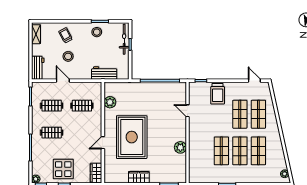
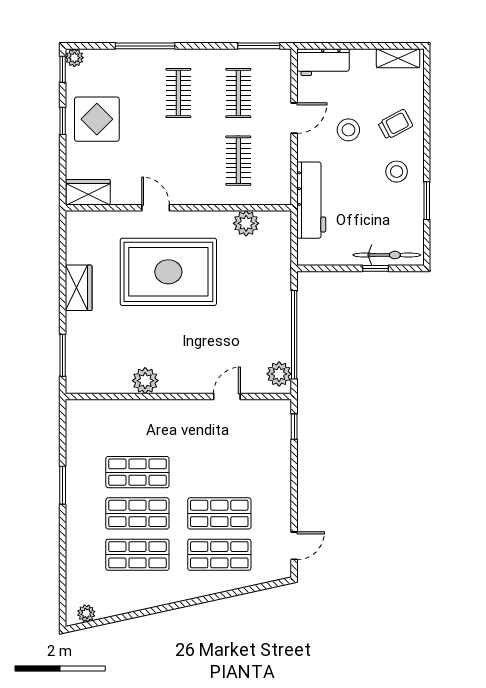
stool: (97, 32) -> (397, 172), moved
workbench: (104, 73) -> (311, 200), width x1.38
plant: (177, 87) -> (279, 374), added
trolley: (218, 94) -> (265, 464), removed

